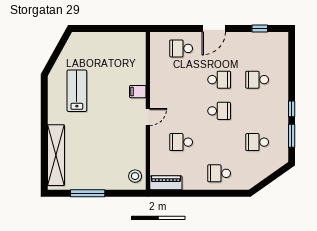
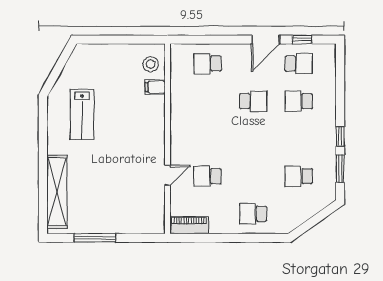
door: (214, 28) -> (266, 40), moved
lab bench: (77, 91) -> (82, 114), turned 180
filing cabinet: (138, 92) -> (155, 87), moved
school desk: (219, 111) -> (299, 64), moved
door: (148, 117) -> (168, 175), moved
stool: (135, 176) -> (151, 64), moved

